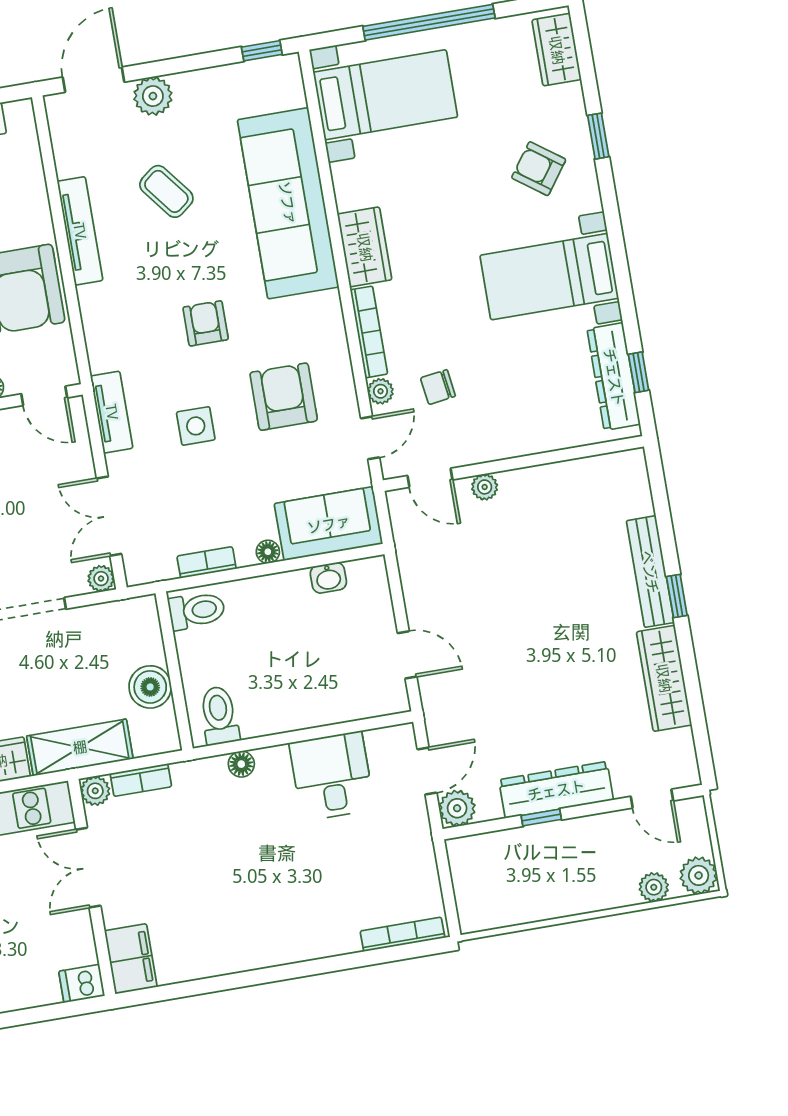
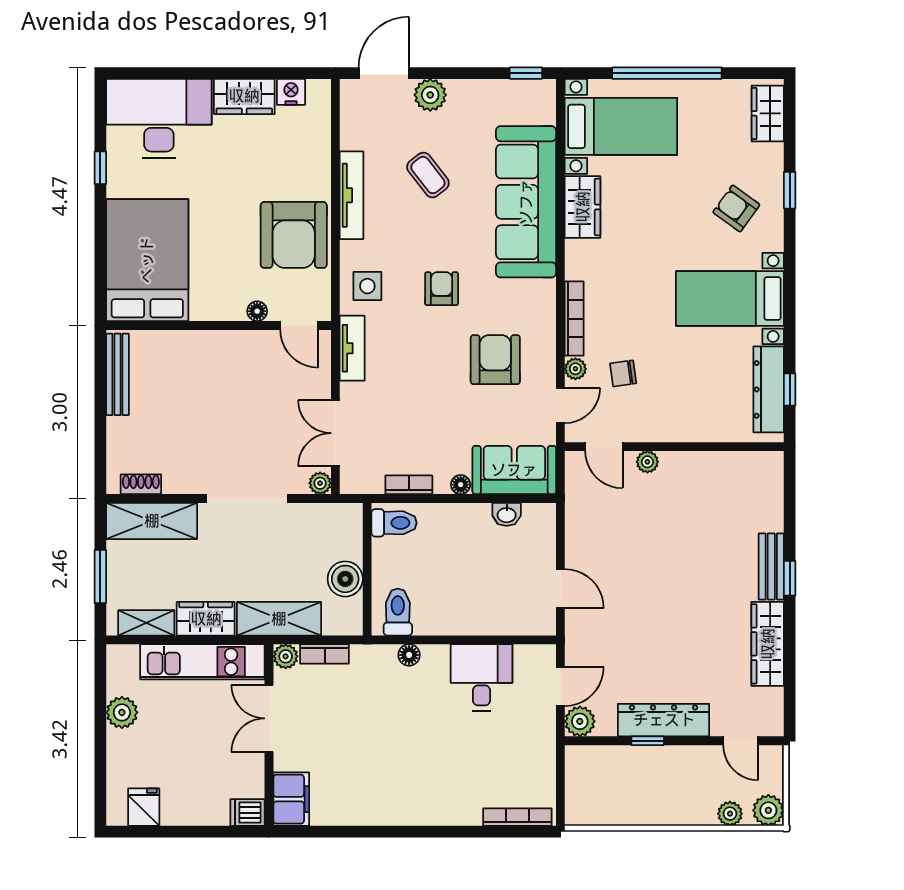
wardrobe: (365, 247) -> (583, 207), moved
side table: (196, 426) -> (367, 286), moved
bench: (650, 572) -> (771, 566), width x0.73

